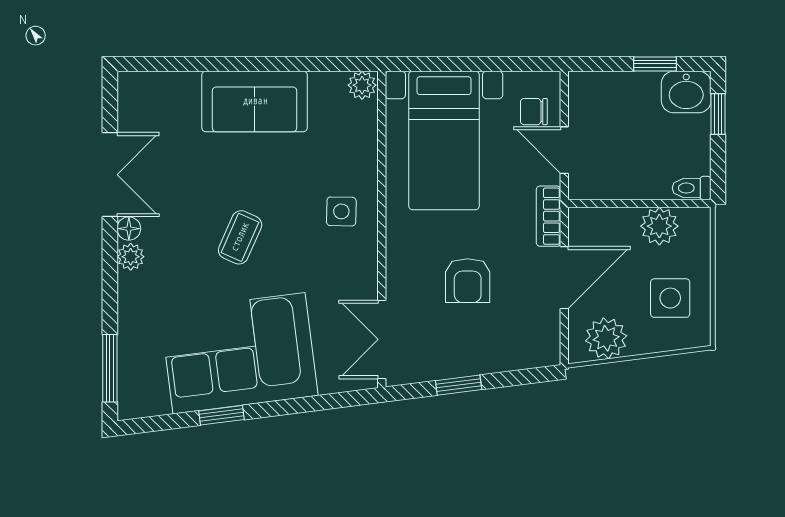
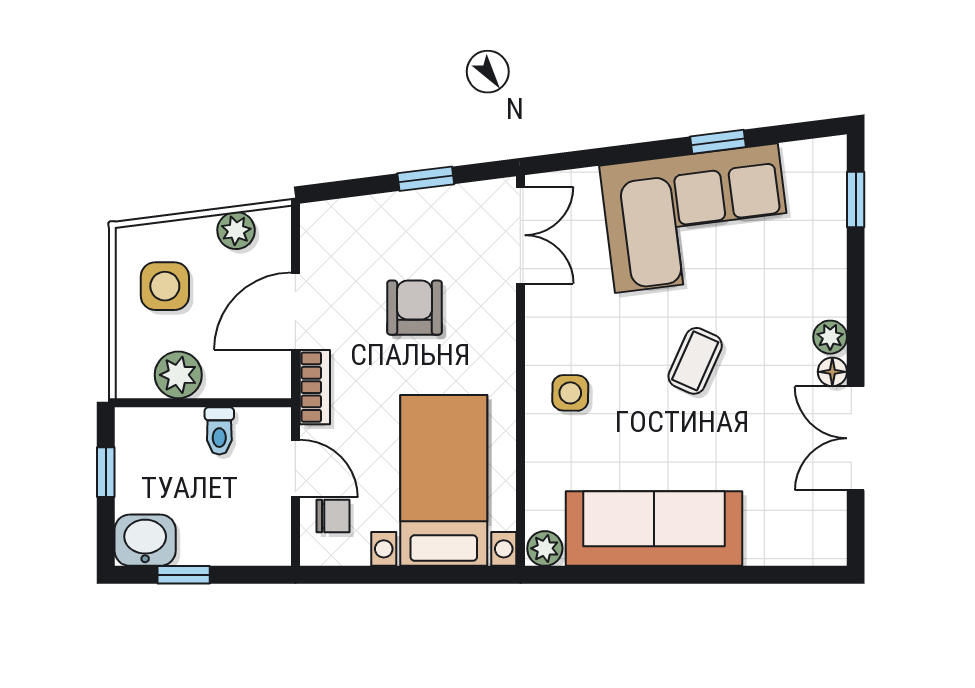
sofa: (255, 101) -> (654, 529), width x1.36
window: (718, 114) -> (106, 472), moved
toilet: (692, 188) -> (219, 431), moved, turned 90
plant: (606, 338) -> (236, 230), width x0.73, depth x0.73
window: (110, 368) -> (856, 200), width x0.67

